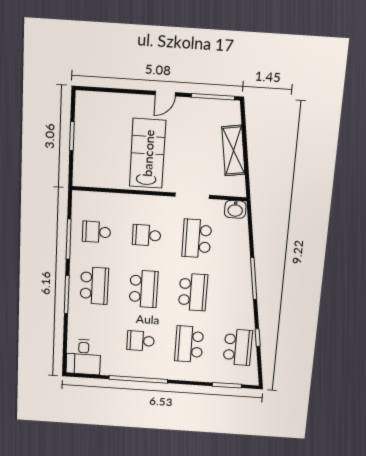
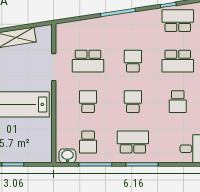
washbasin: (235, 209) -> (67, 156), moved, turned -90
school desk: (147, 235) -> (88, 102), turned 180
school desk: (144, 289) -> (133, 102), width x0.54
school desk: (193, 292) -> (133, 61), width x0.54

